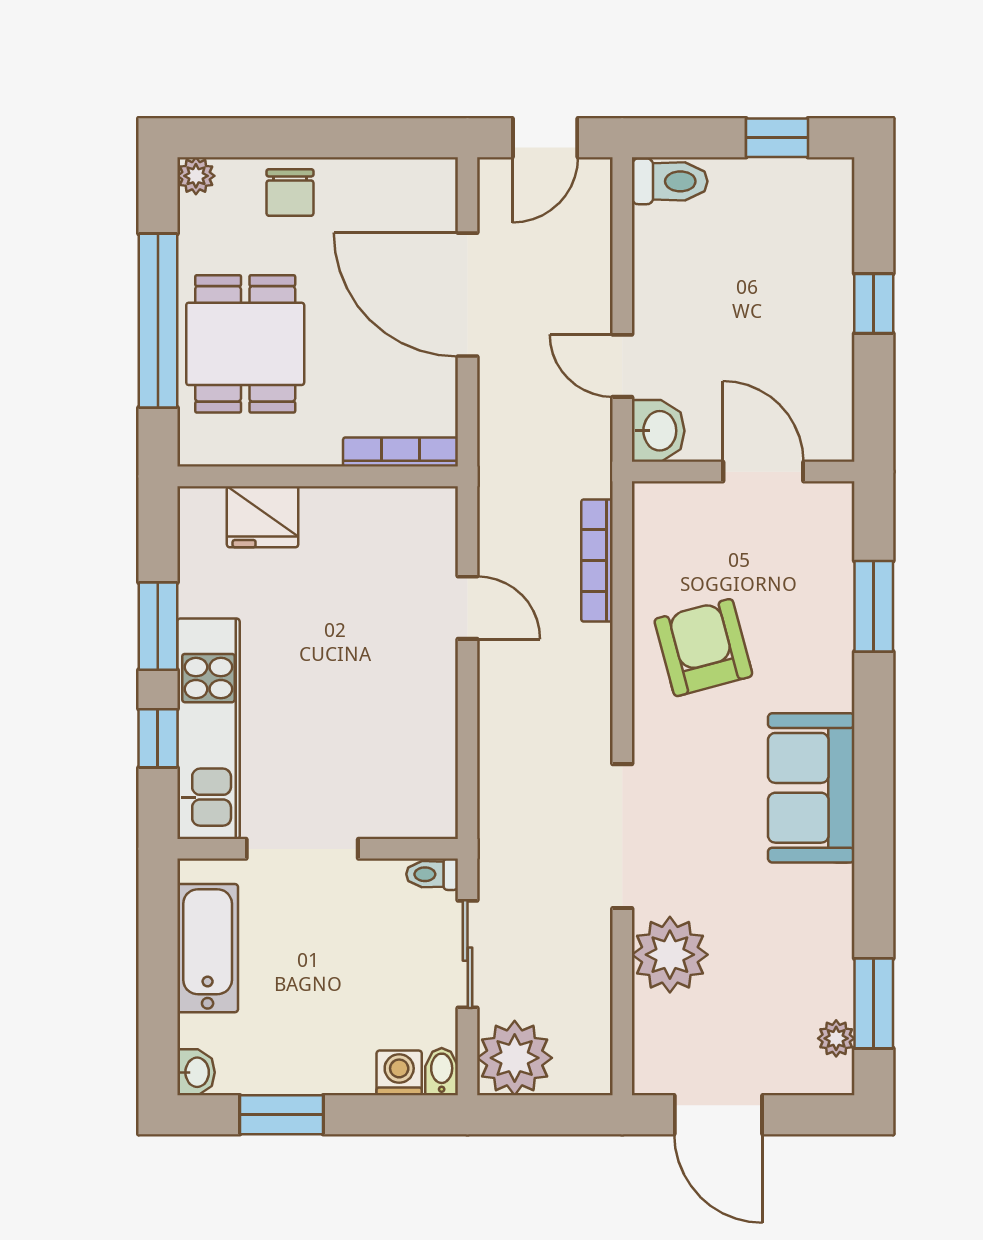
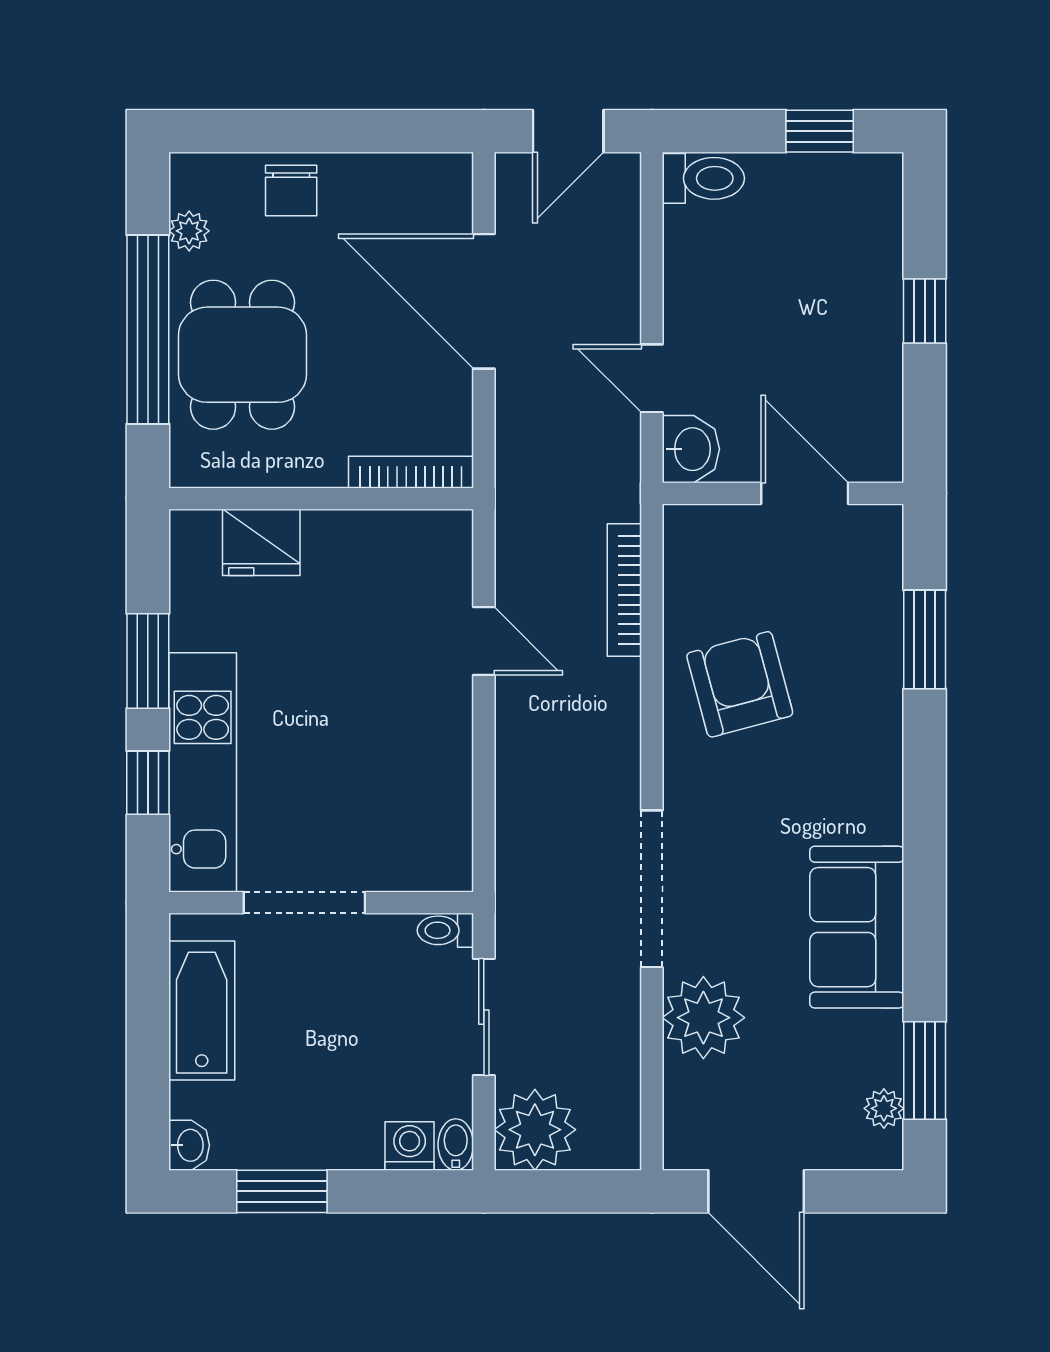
plant: (196, 176) -> (189, 231), moved
sofa: (811, 788) -> (857, 927), moved

